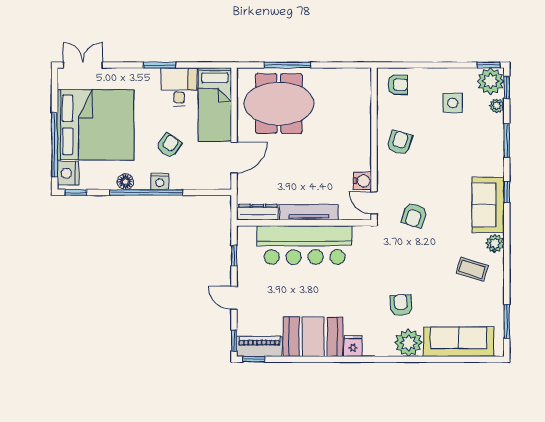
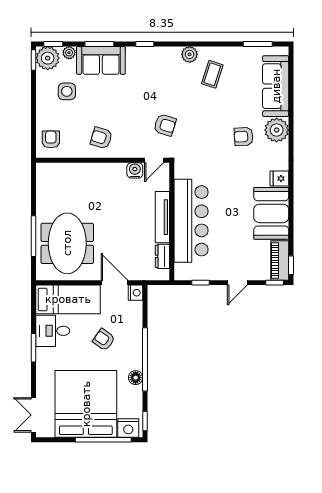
nightstand: (160, 182) -> (136, 293), moved
sofa: (488, 205) -> (101, 60), moved
dresser: (258, 212) -> (162, 256), width x0.70

